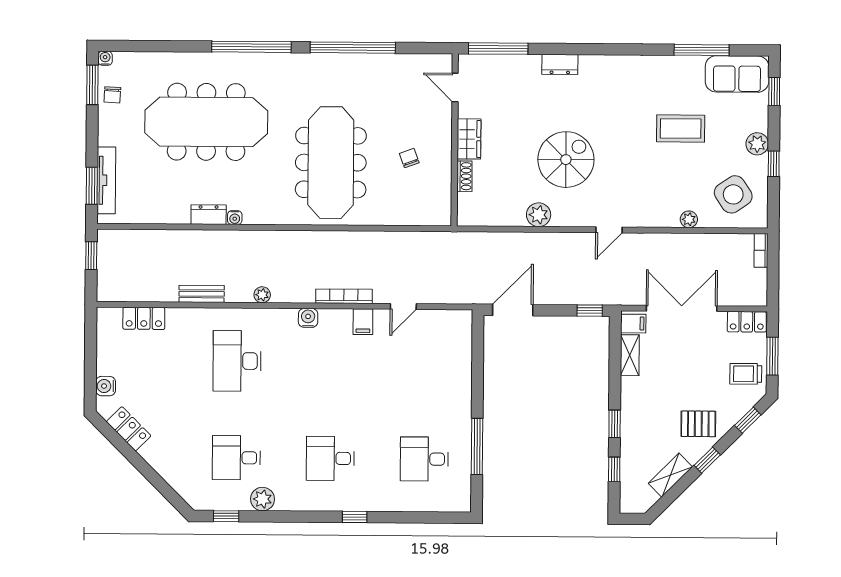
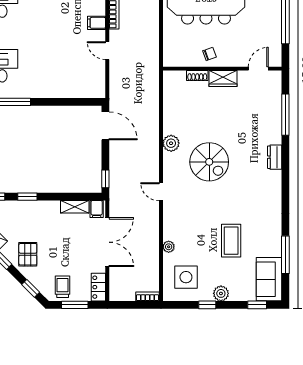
door: (455, 87) -> (258, 69), moved
wardrobe: (469, 139) -> (223, 79), moved
wall: (455, 140) -> (222, 69), moved
shoe rack: (464, 176) -> (197, 76), moved
side table: (733, 194) -> (186, 277), turned 34

